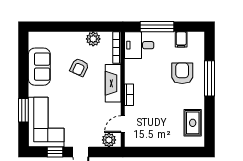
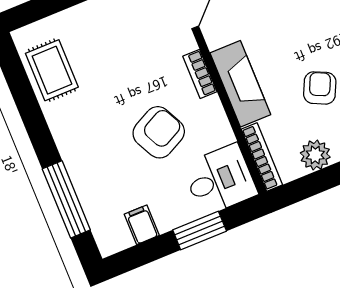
window: (157, 27) -> (200, 231), width x0.69
armchair: (182, 73) -> (159, 132), moved, turned -117
window: (209, 78) -> (66, 199), moved

